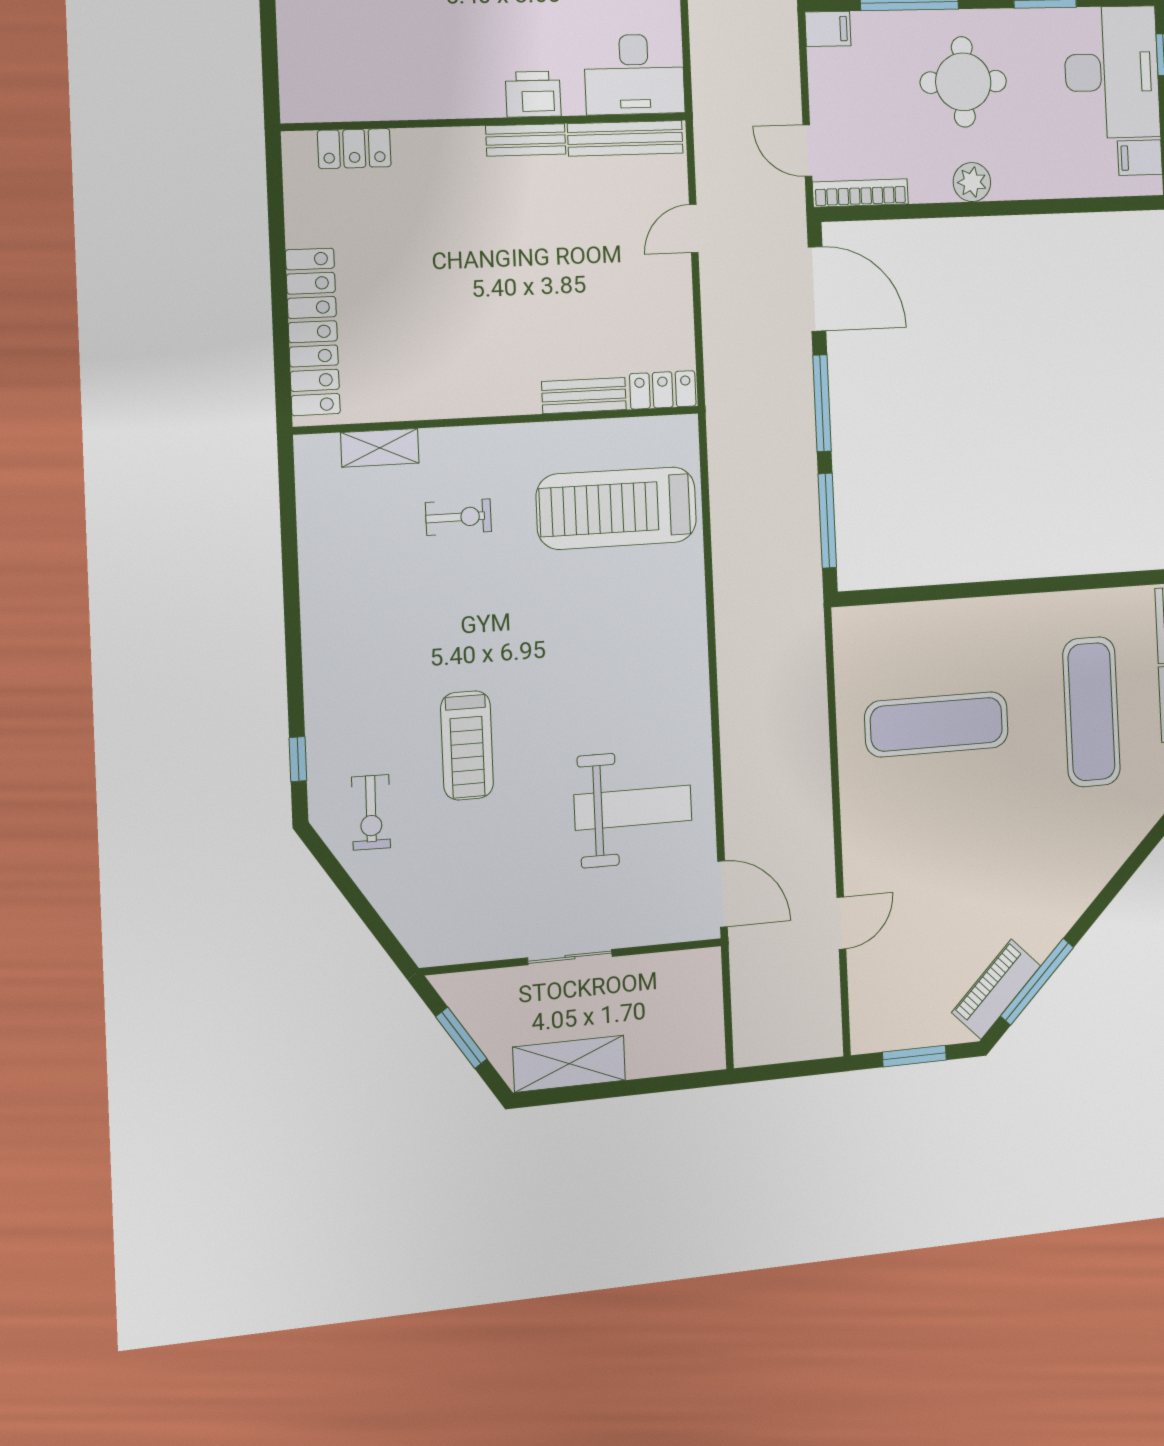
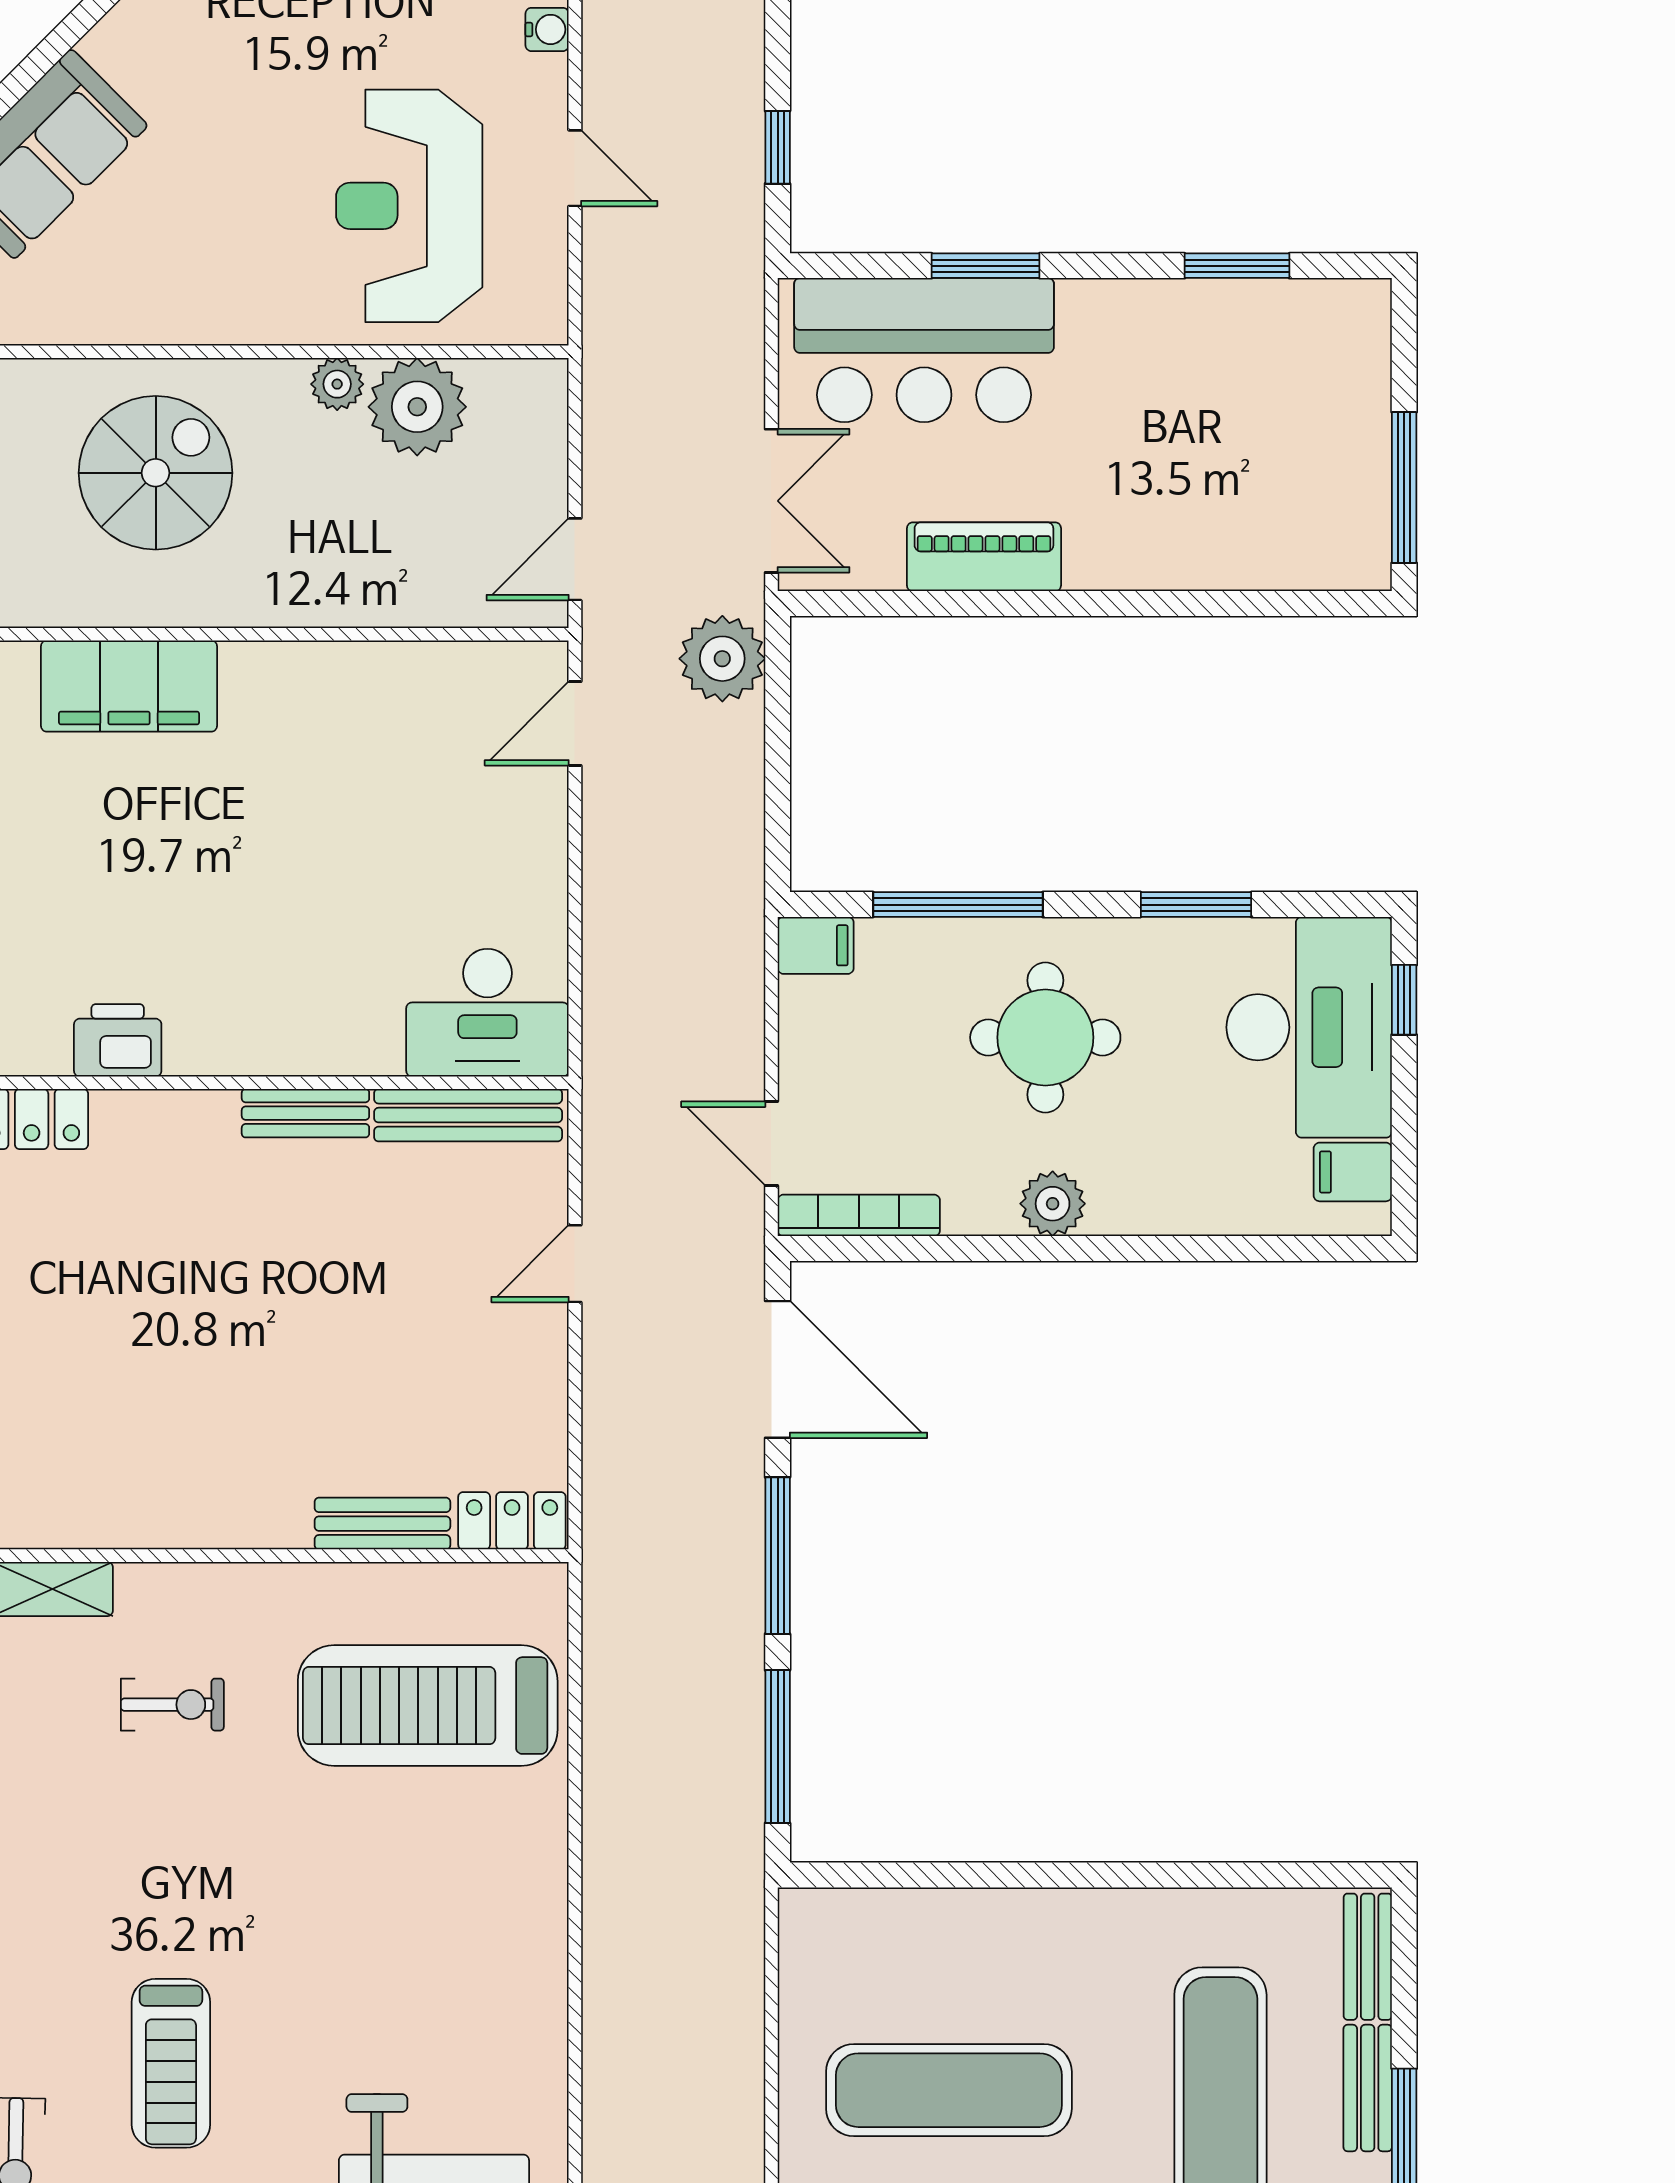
printer: (533, 94) -> (118, 1040), moved

